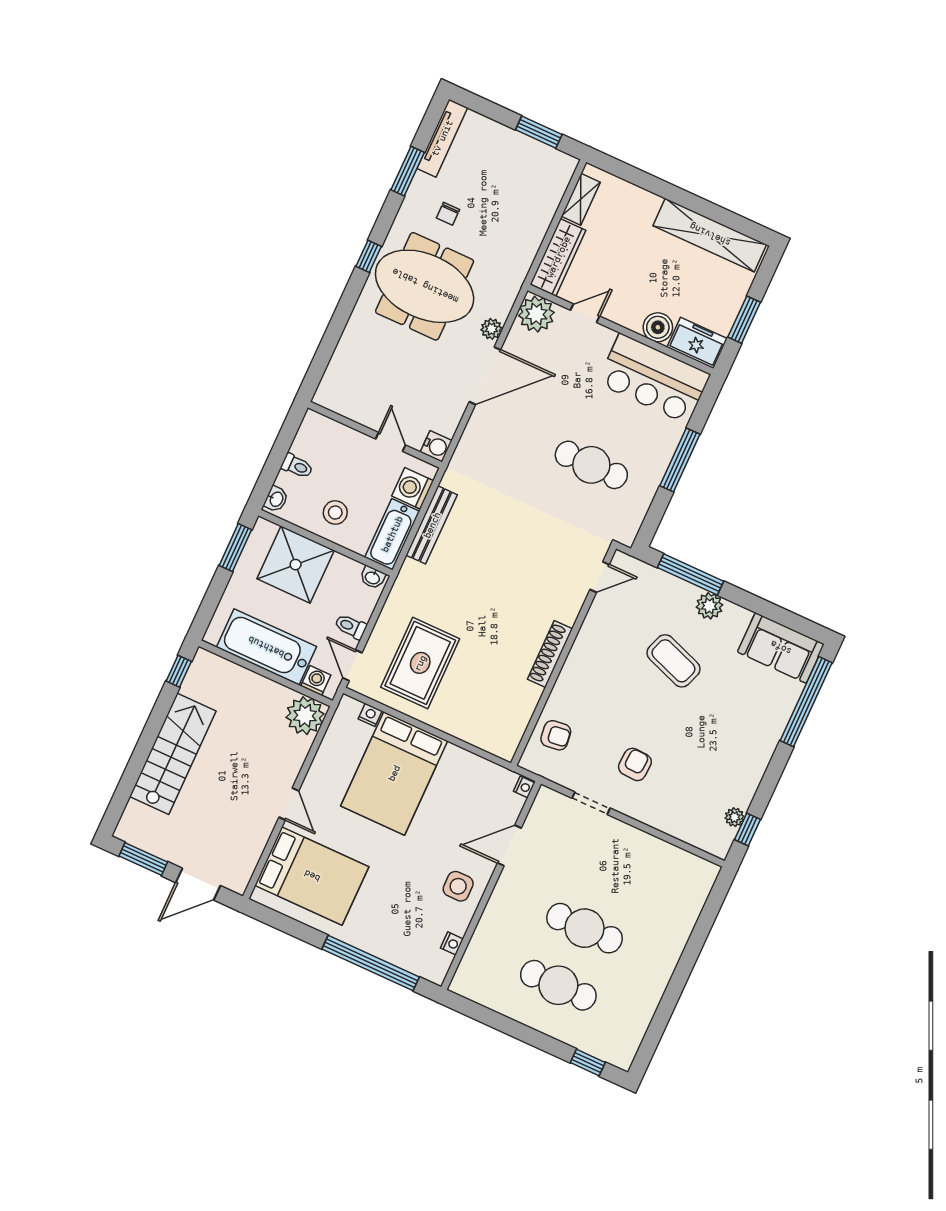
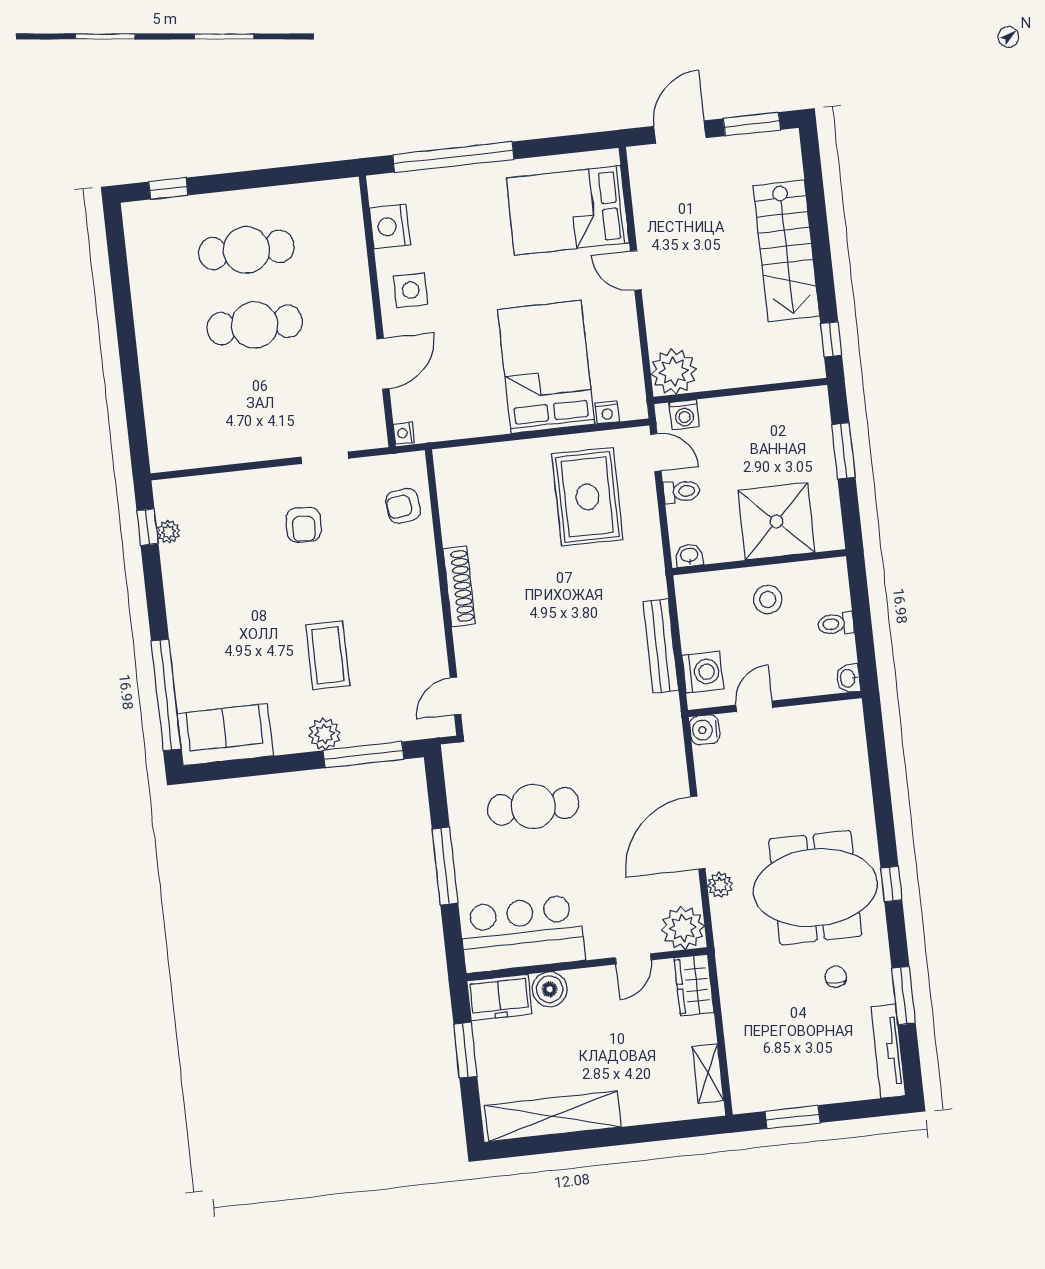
wardrobe: (558, 257) -> (694, 985), width x0.67
door: (391, 442) -> (754, 706), swing flipped
washbasin: (276, 499) -> (848, 678), moved
bathtub: (392, 534) -> (696, 612), removed
window: (235, 548) -> (843, 451), moved
bathtub: (266, 647) -> (756, 419), removed
coffee table: (673, 661) -> (328, 655), turned 70
nightstand: (452, 943) -> (390, 226), width x1.89, depth x1.79

